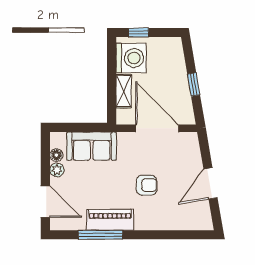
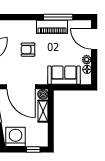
washing machine: (131, 58) -> (15, 137), moved, turned 90
boiler: (124, 117) -> (43, 94), added

